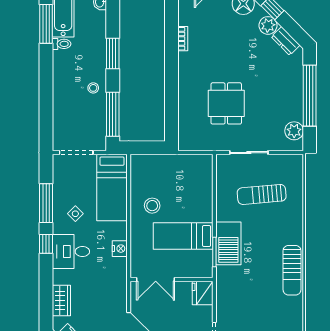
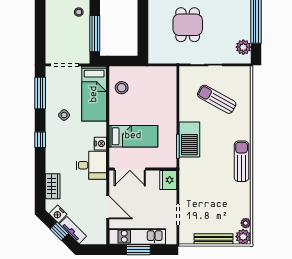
sun lounger: (262, 194) -> (217, 99), turned 34
window: (46, 203) -> (40, 93), moved
stool: (152, 206) -> (122, 88), moved
bed: (183, 236) -> (133, 136), moved, turned 180
desk: (71, 251) -> (91, 165), moved, turned 180
sun lounger: (292, 270) -> (242, 161), turned 180

